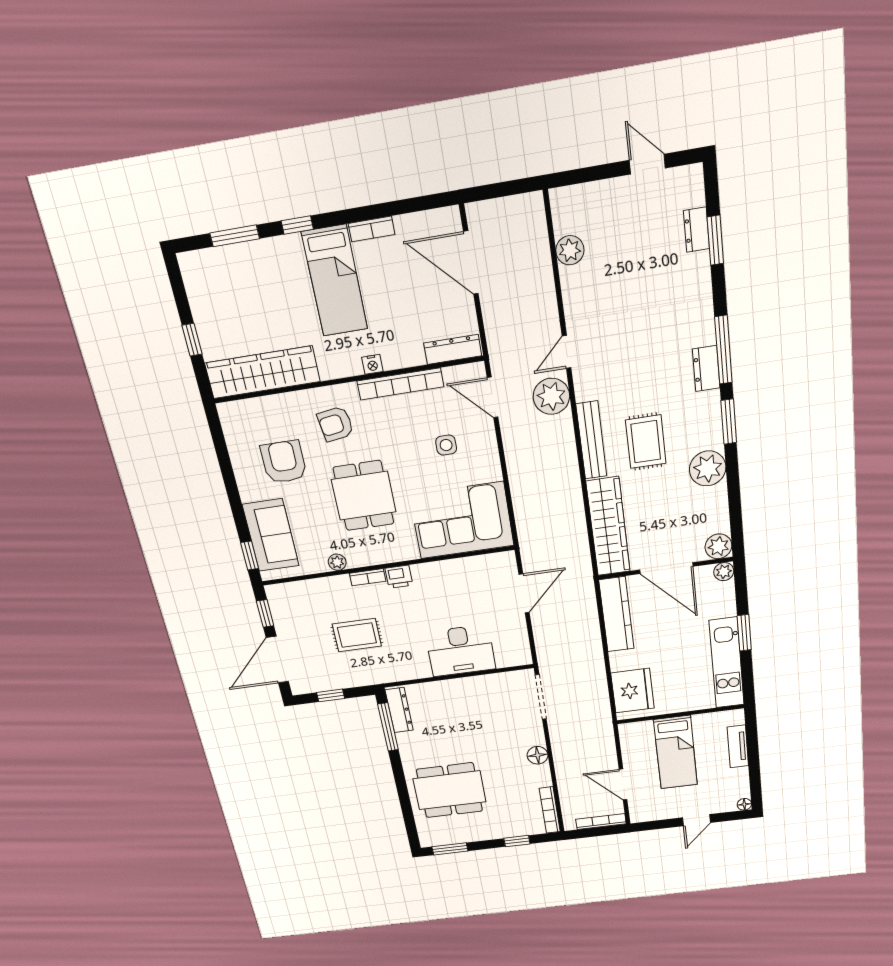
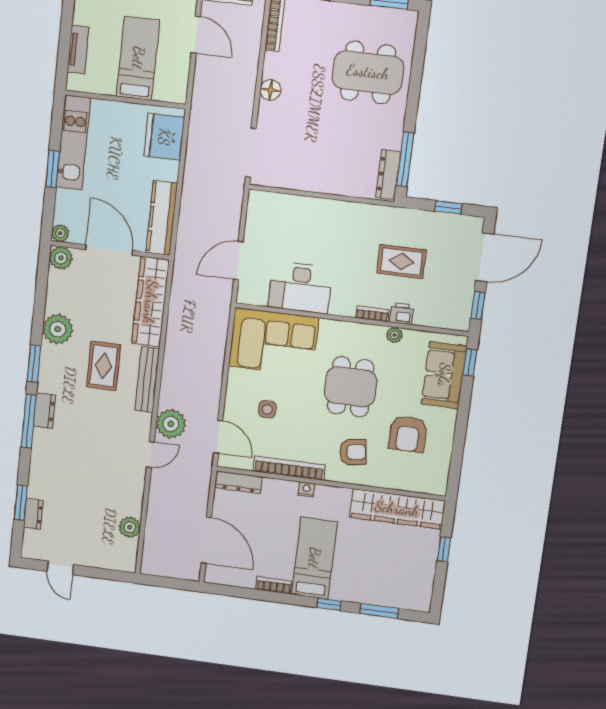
printer: (399, 577) -> (401, 314), moved
desk: (460, 651) -> (300, 288), moved, turned 180

